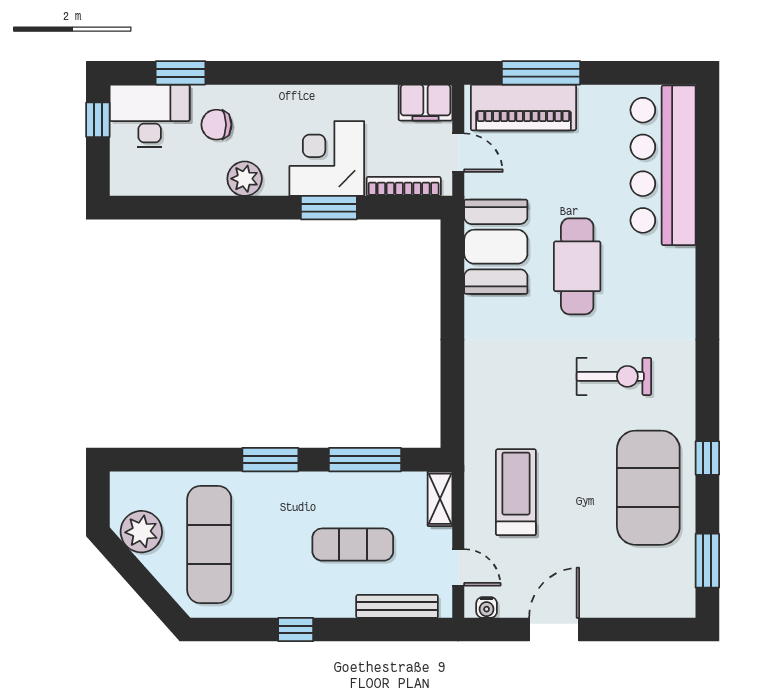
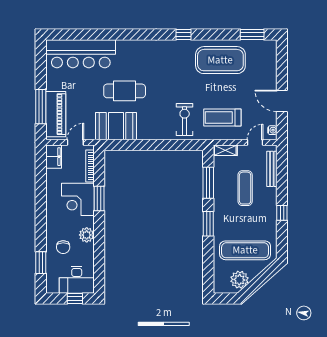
desk: (150, 116) -> (77, 280), moved, turned -90
window: (98, 120) -> (75, 298), moved
exercise bike: (614, 376) -> (185, 120), moved
window: (707, 458) -> (184, 35), moved

